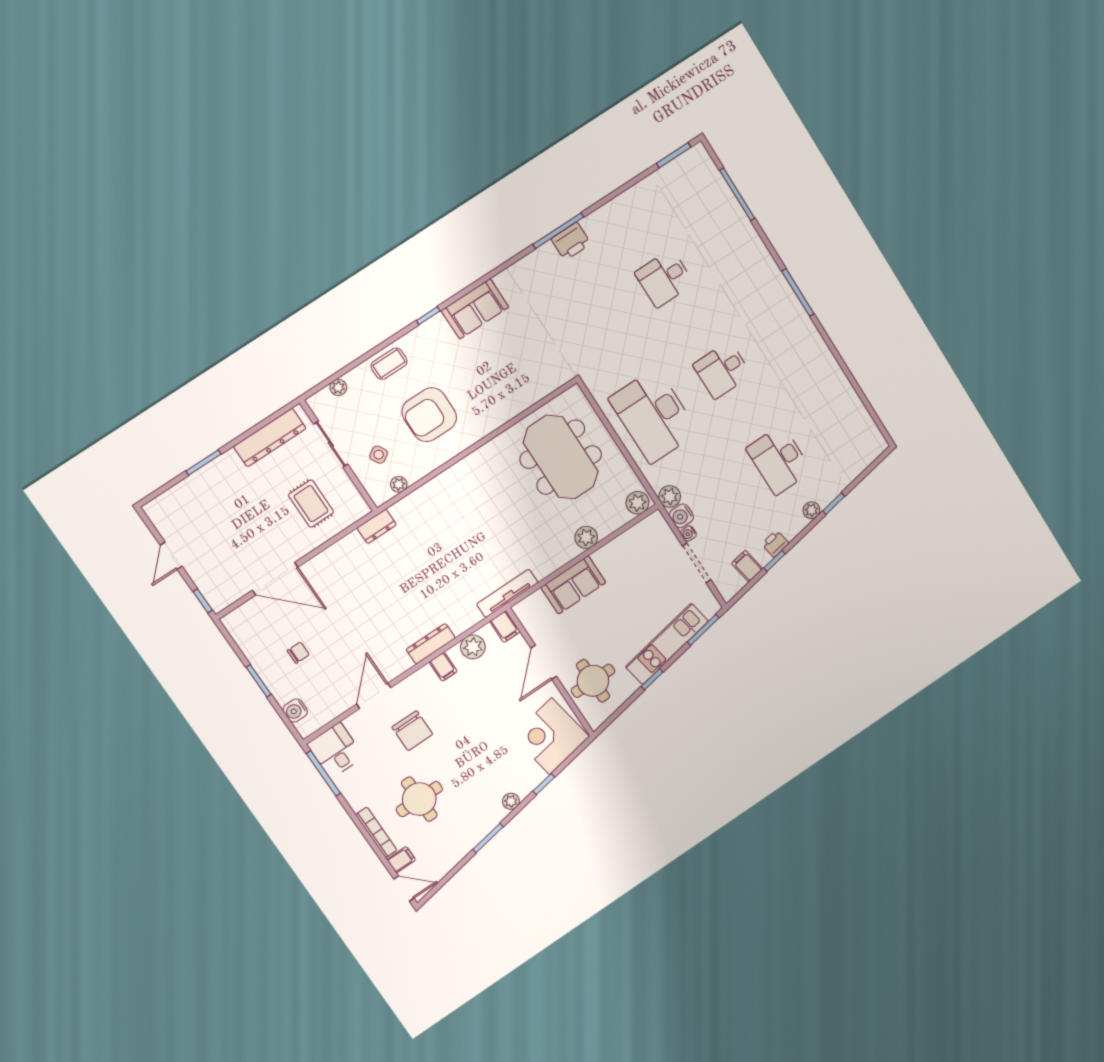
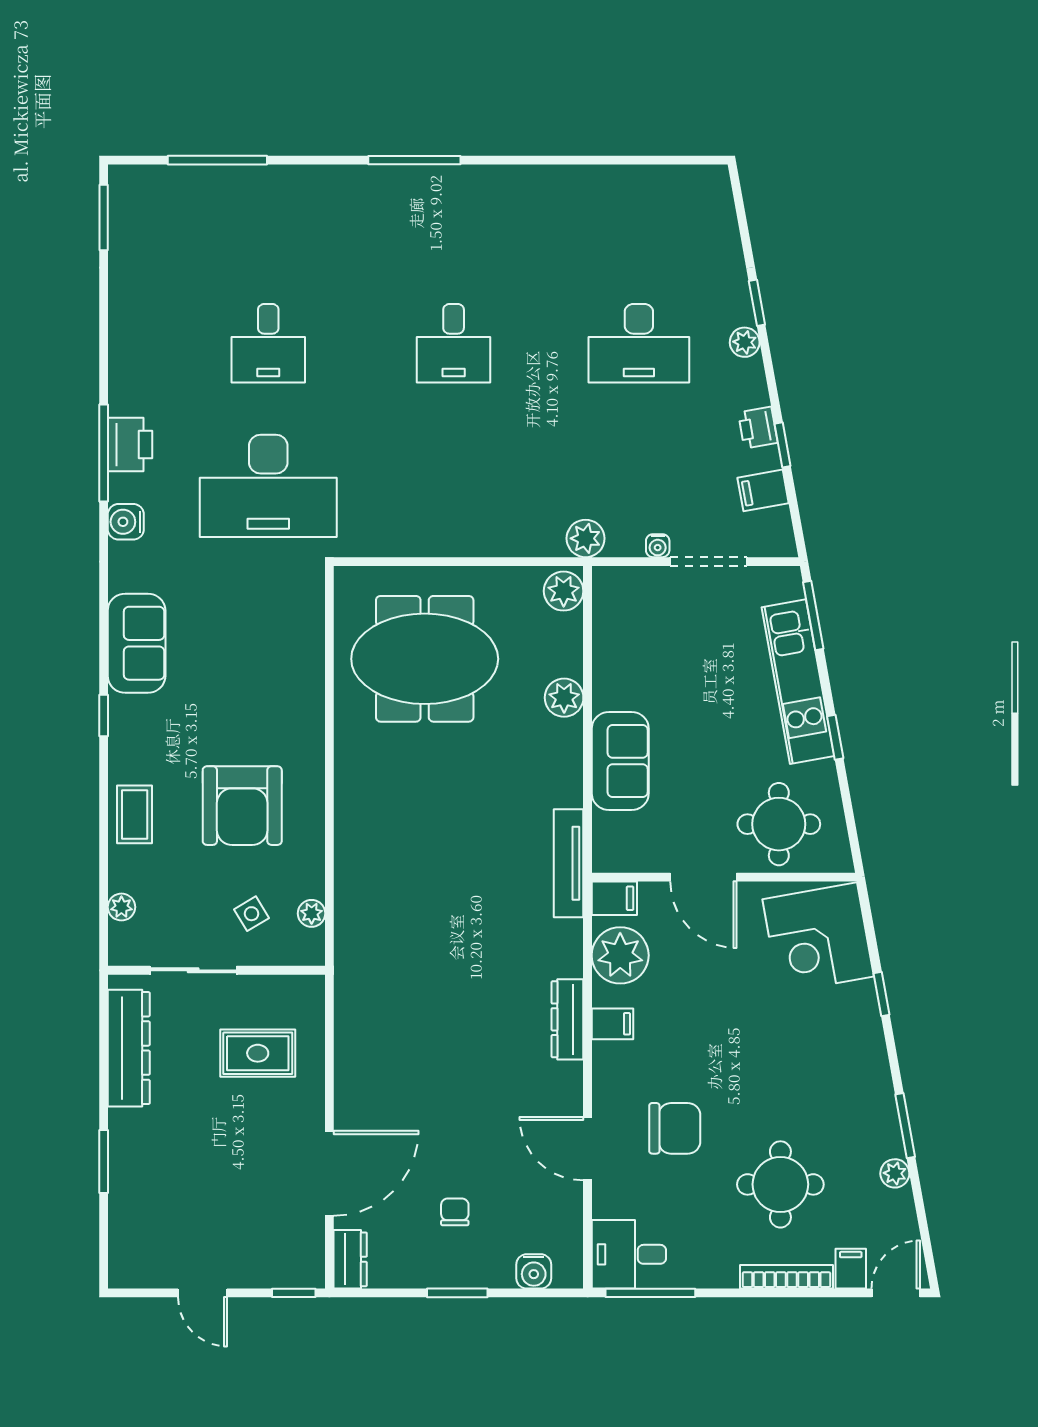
desk: (654, 416) -> (268, 486), moved
water cooler: (681, 516) -> (126, 522), moved, turned 90
dresser: (377, 526) -> (350, 1259), moved
plant: (473, 647) -> (620, 955), width x1.36, depth x1.36
plant: (511, 801) -> (895, 1173), moved

